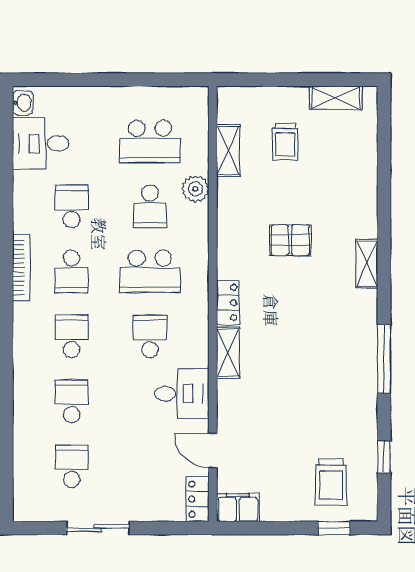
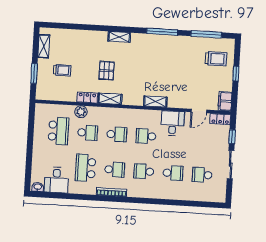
window: (274, 80) -> (34, 73), added
shelving: (228, 151) -> (110, 99), moved
school desk: (71, 206) -> (86, 168), width x1.85
school desk: (150, 271) -> (117, 134), width x0.54
locker: (228, 303) -> (87, 98), moved
school desk: (71, 401) -> (173, 173), turned 180
window: (384, 457) -> (206, 34), width x2.17
window: (160, 528) -> (232, 137), added
window: (334, 528) -> (236, 74), moved

